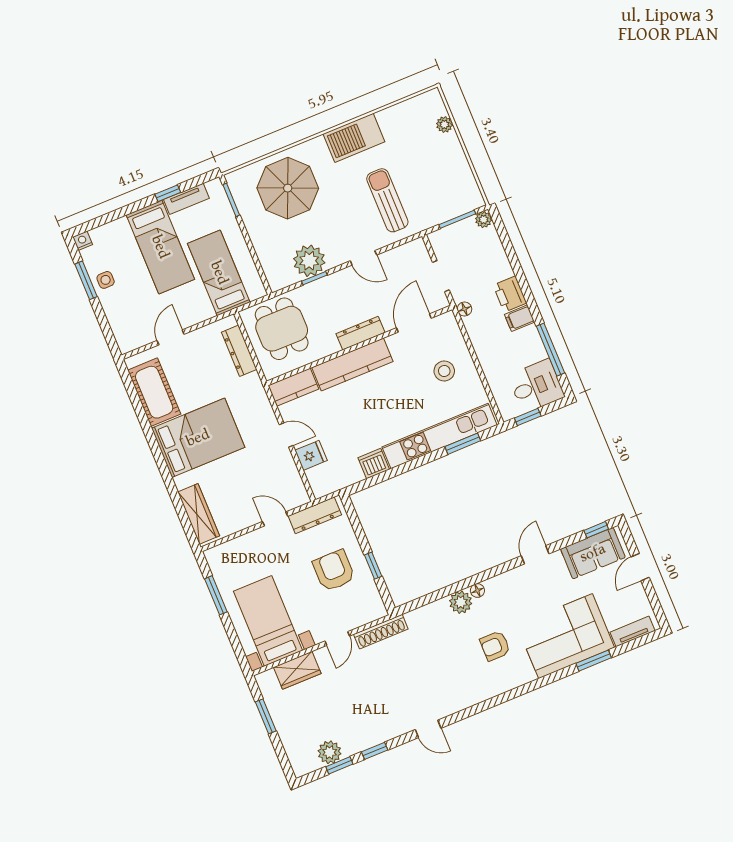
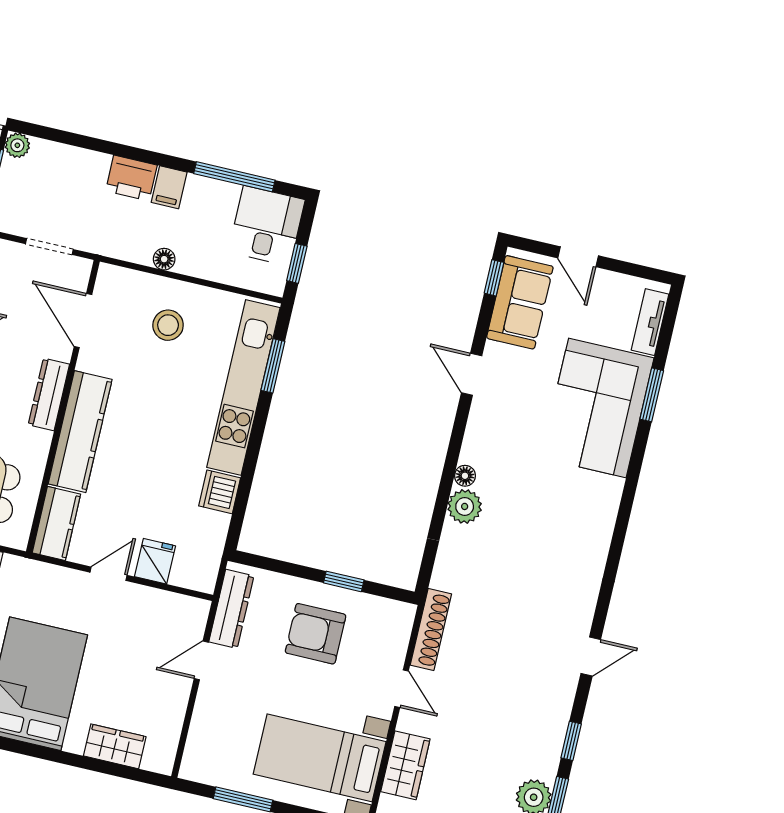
floor lamp: (464, 309) -> (164, 259), moved
wardrobe: (199, 514) -> (115, 746), width x0.67
armchair: (495, 646) -> (548, 502), removed

